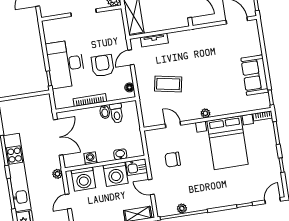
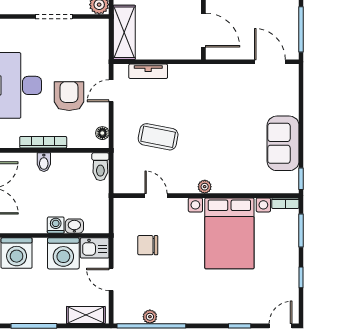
bidet: (105, 112) -> (44, 162), moved
toilet: (117, 113) -> (100, 167), moved
washing machine: (90, 158) -> (56, 225), moved

